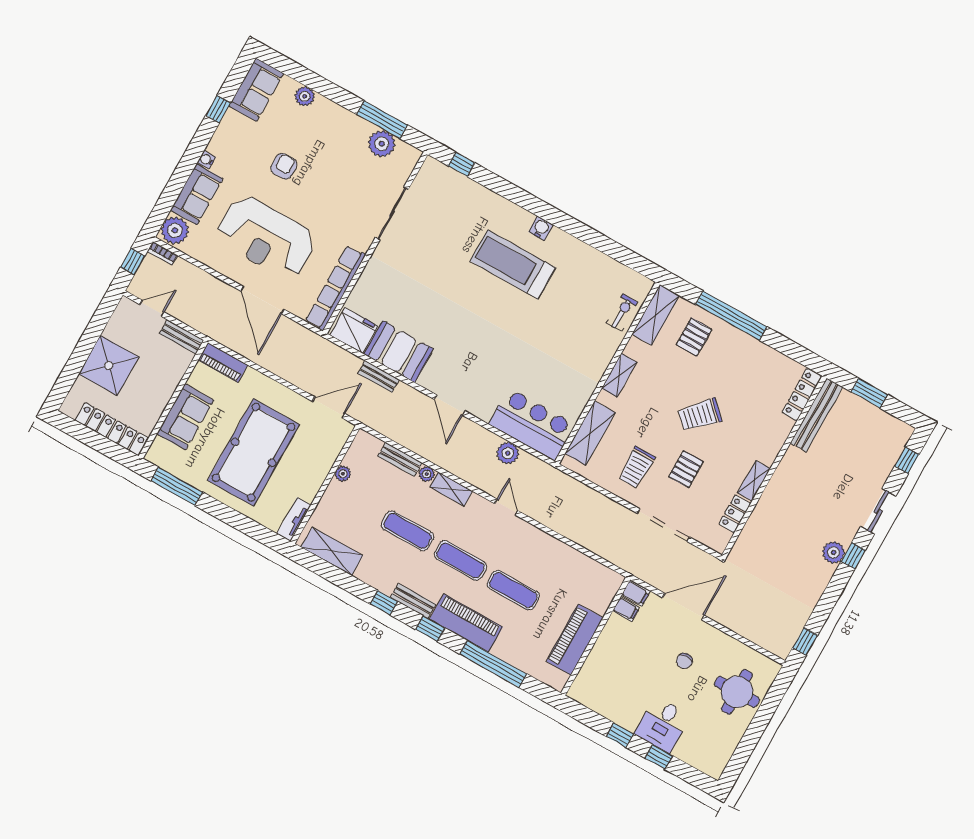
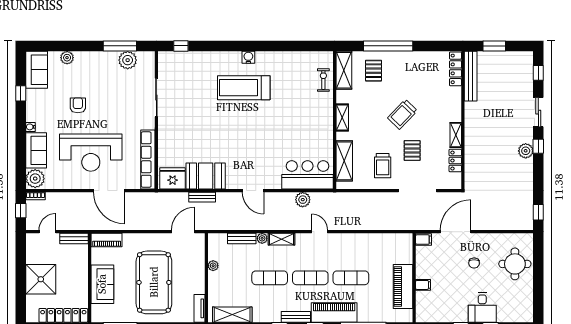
filing cabinet: (626, 609) -> (423, 285), moved

